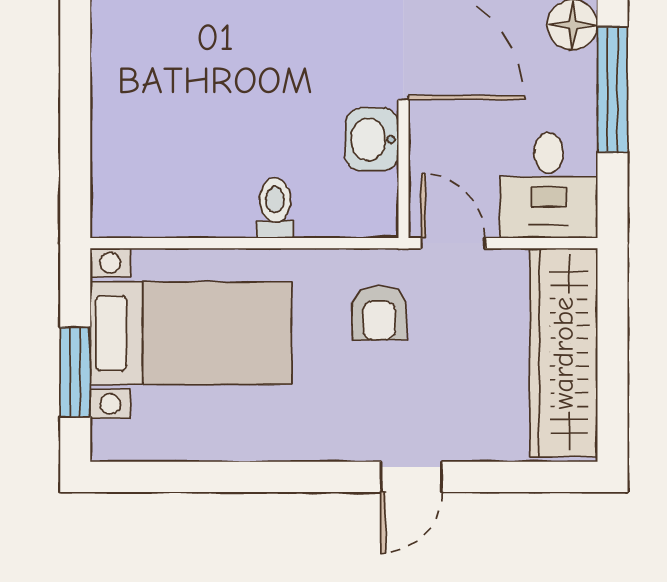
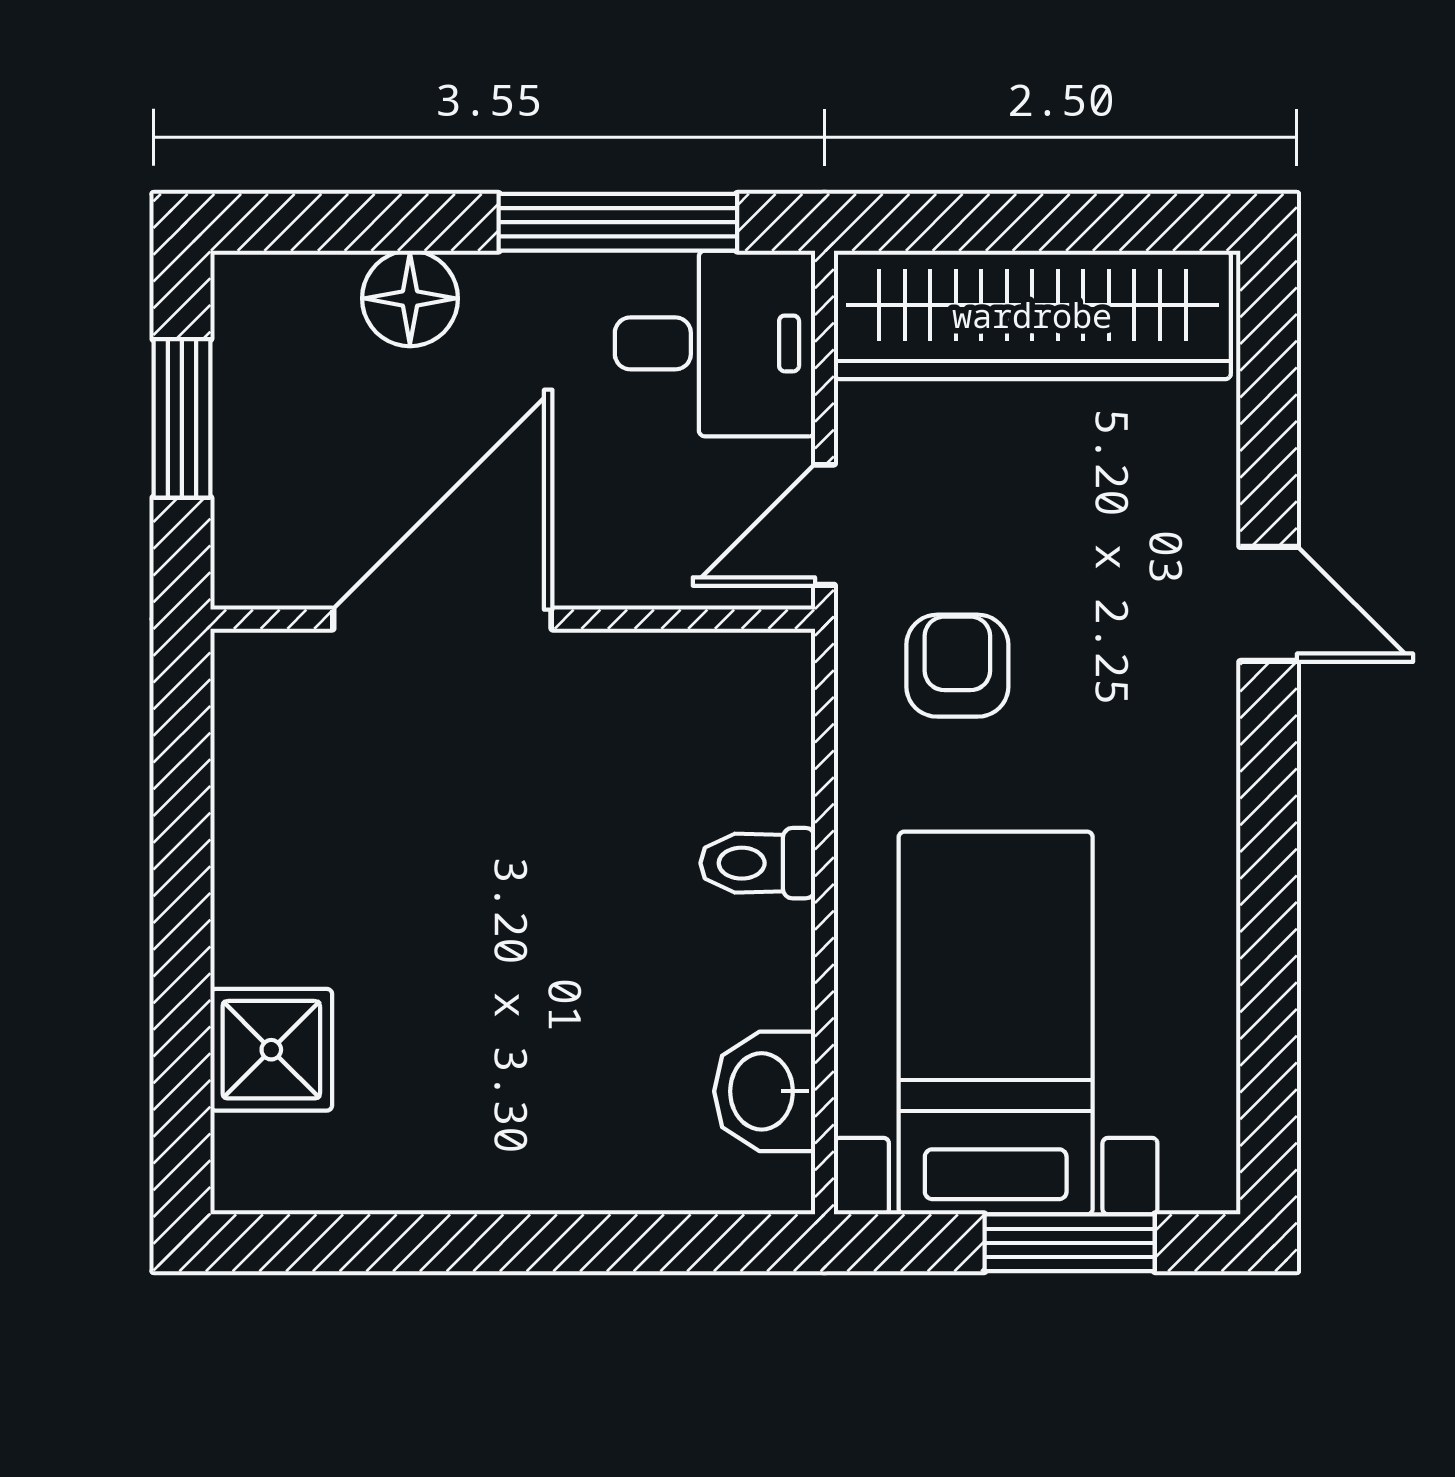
window: (612, 90) -> (618, 222), moved
washbasin: (372, 139) -> (765, 1091), moved, turned 90
armchair: (379, 313) -> (957, 666), turned -90

